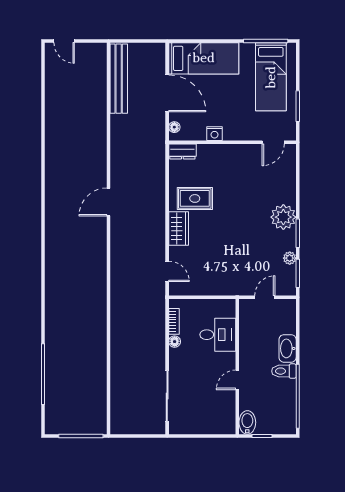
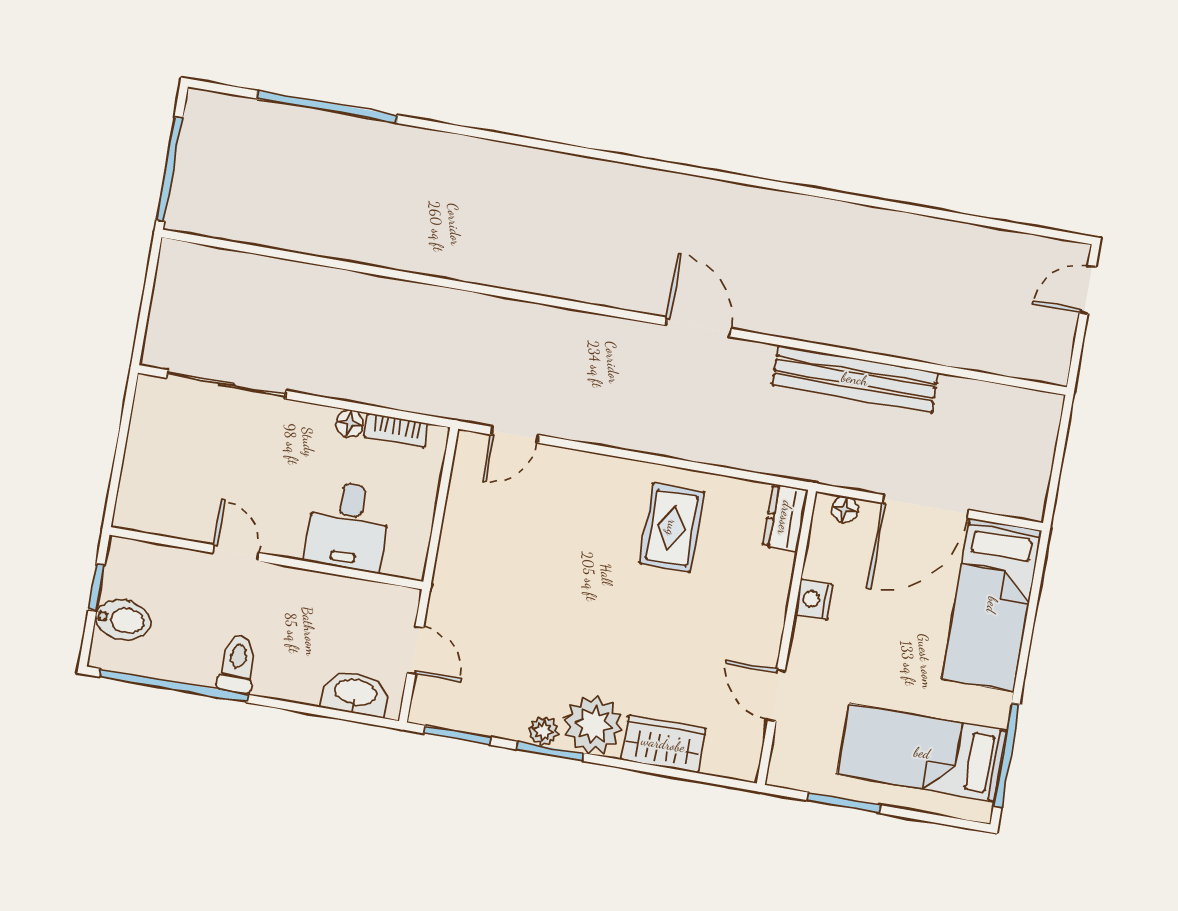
bench: (119, 79) -> (855, 379), moved
door: (273, 142) -> (776, 695), moved
wardrobe: (179, 229) -> (663, 744), moved, turned 180
plant: (290, 258) -> (543, 731), moved
washbasin: (288, 348) -> (356, 693), moved
bidet: (247, 422) -> (123, 620), moved

